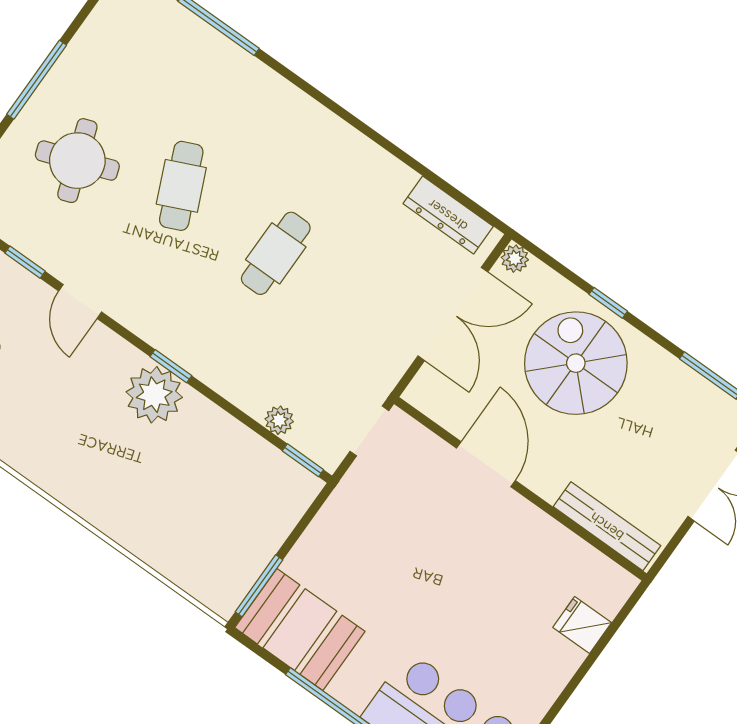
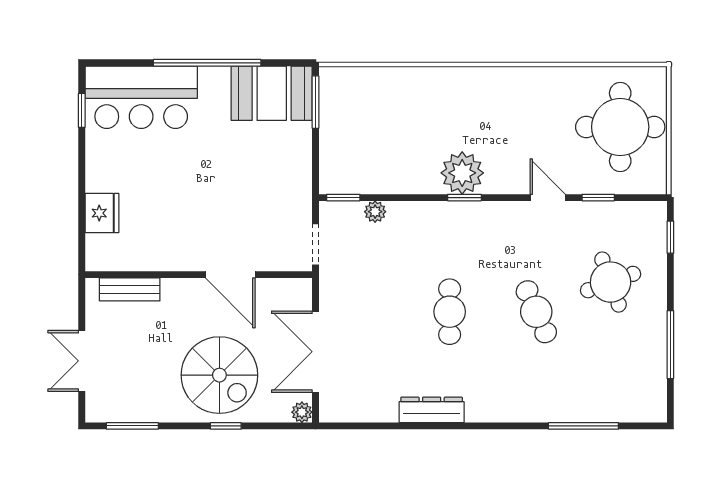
window: (37, 80) -> (670, 345), moved
dresser: (448, 215) -> (432, 410), moved
bench: (607, 526) -> (130, 289), width x0.73
fridge: (582, 625) -> (102, 213), width x1.38

